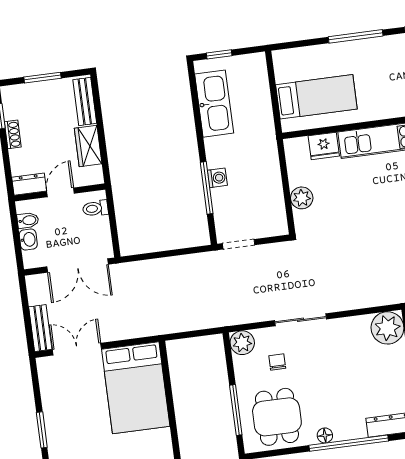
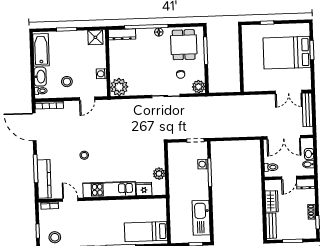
bed: (316, 97) -> (146, 232), moved
washing machine: (217, 178) -> (203, 164), moved
plant: (302, 198) -> (159, 174), moved
double door: (78, 265) -> (284, 137), swing flipped
bench: (40, 328) -> (307, 110), width x1.36
bed: (136, 388) -> (287, 53), moved, turned -90

